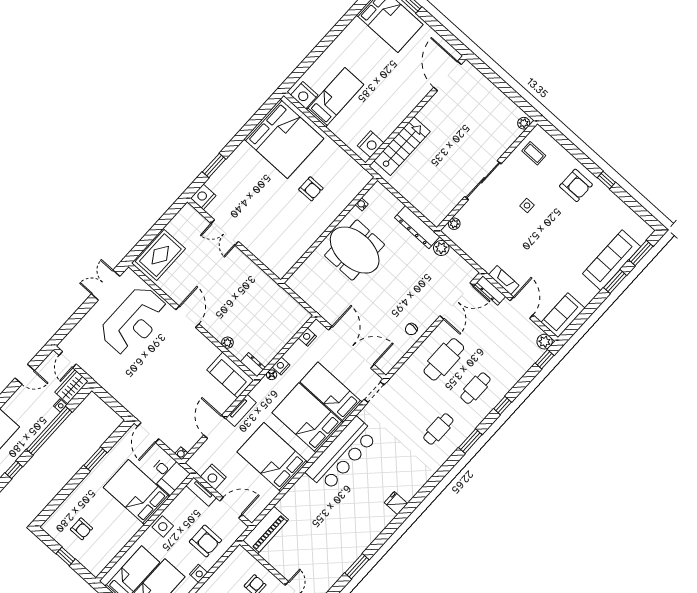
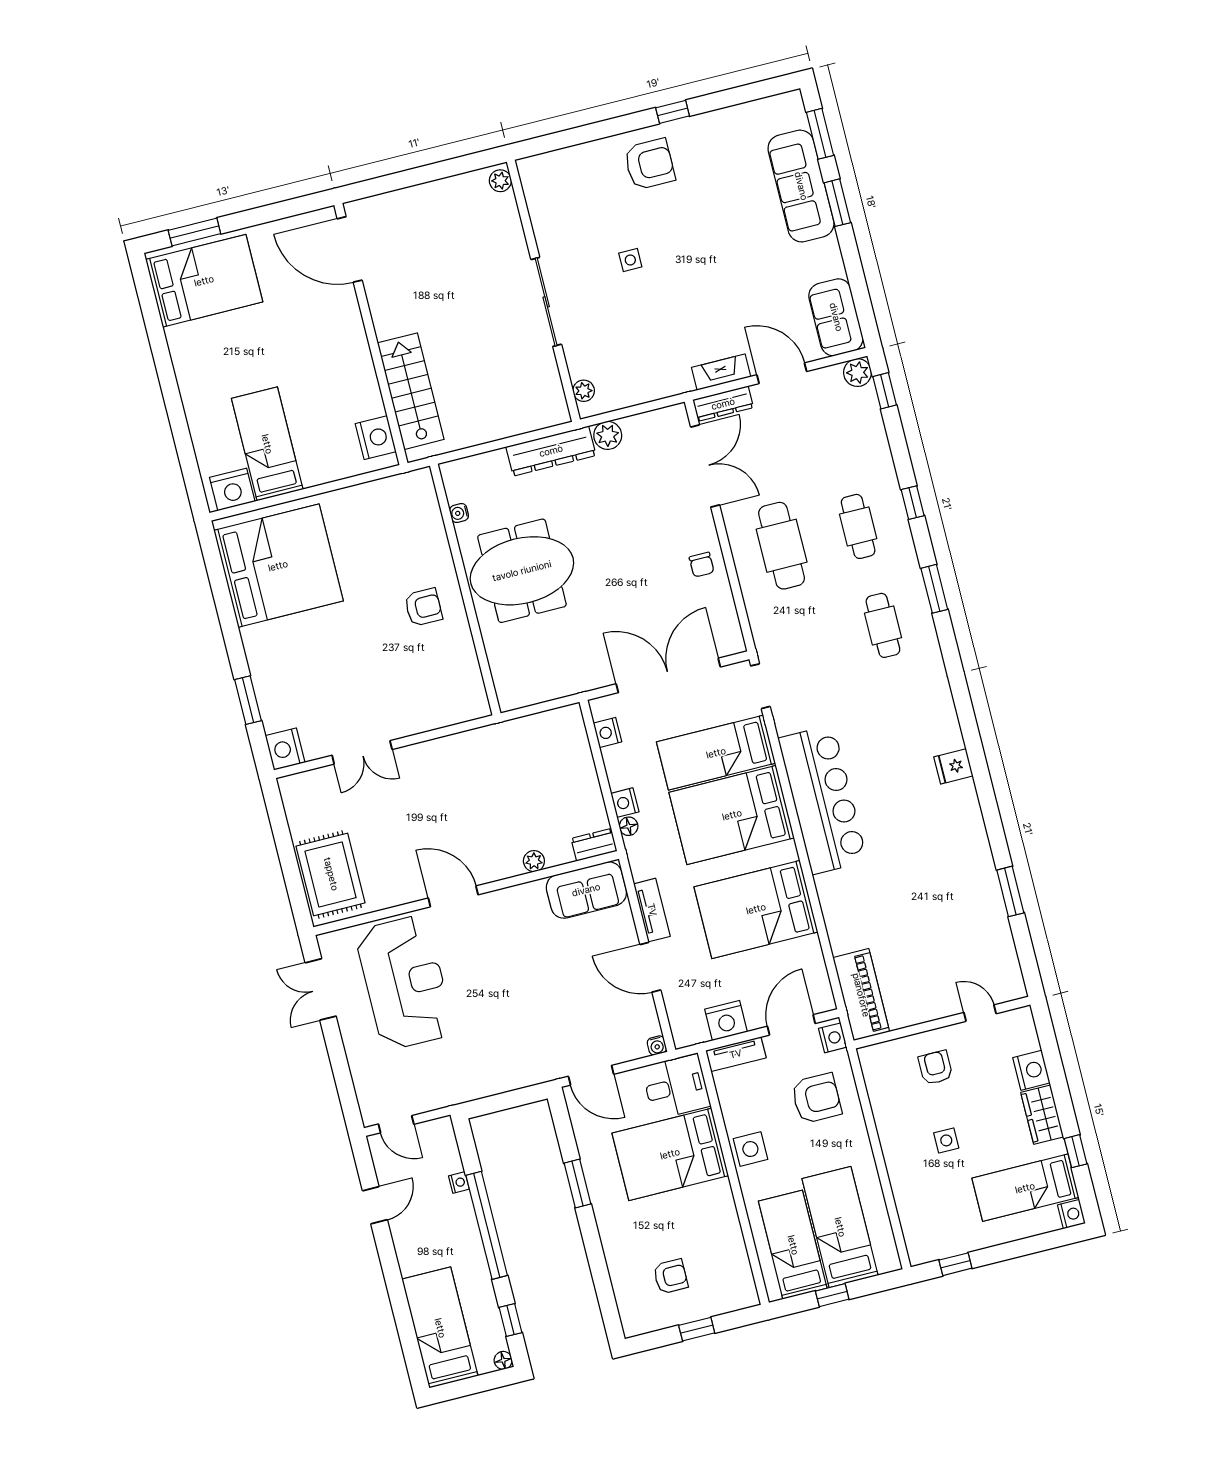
coffee table: (534, 153) -> (557, 196), removed
armchair: (311, 189) -> (423, 607), moved
wardrobe: (71, 387) -> (442, 1146), removed
nightstand: (199, 573) -> (833, 1038), moved

